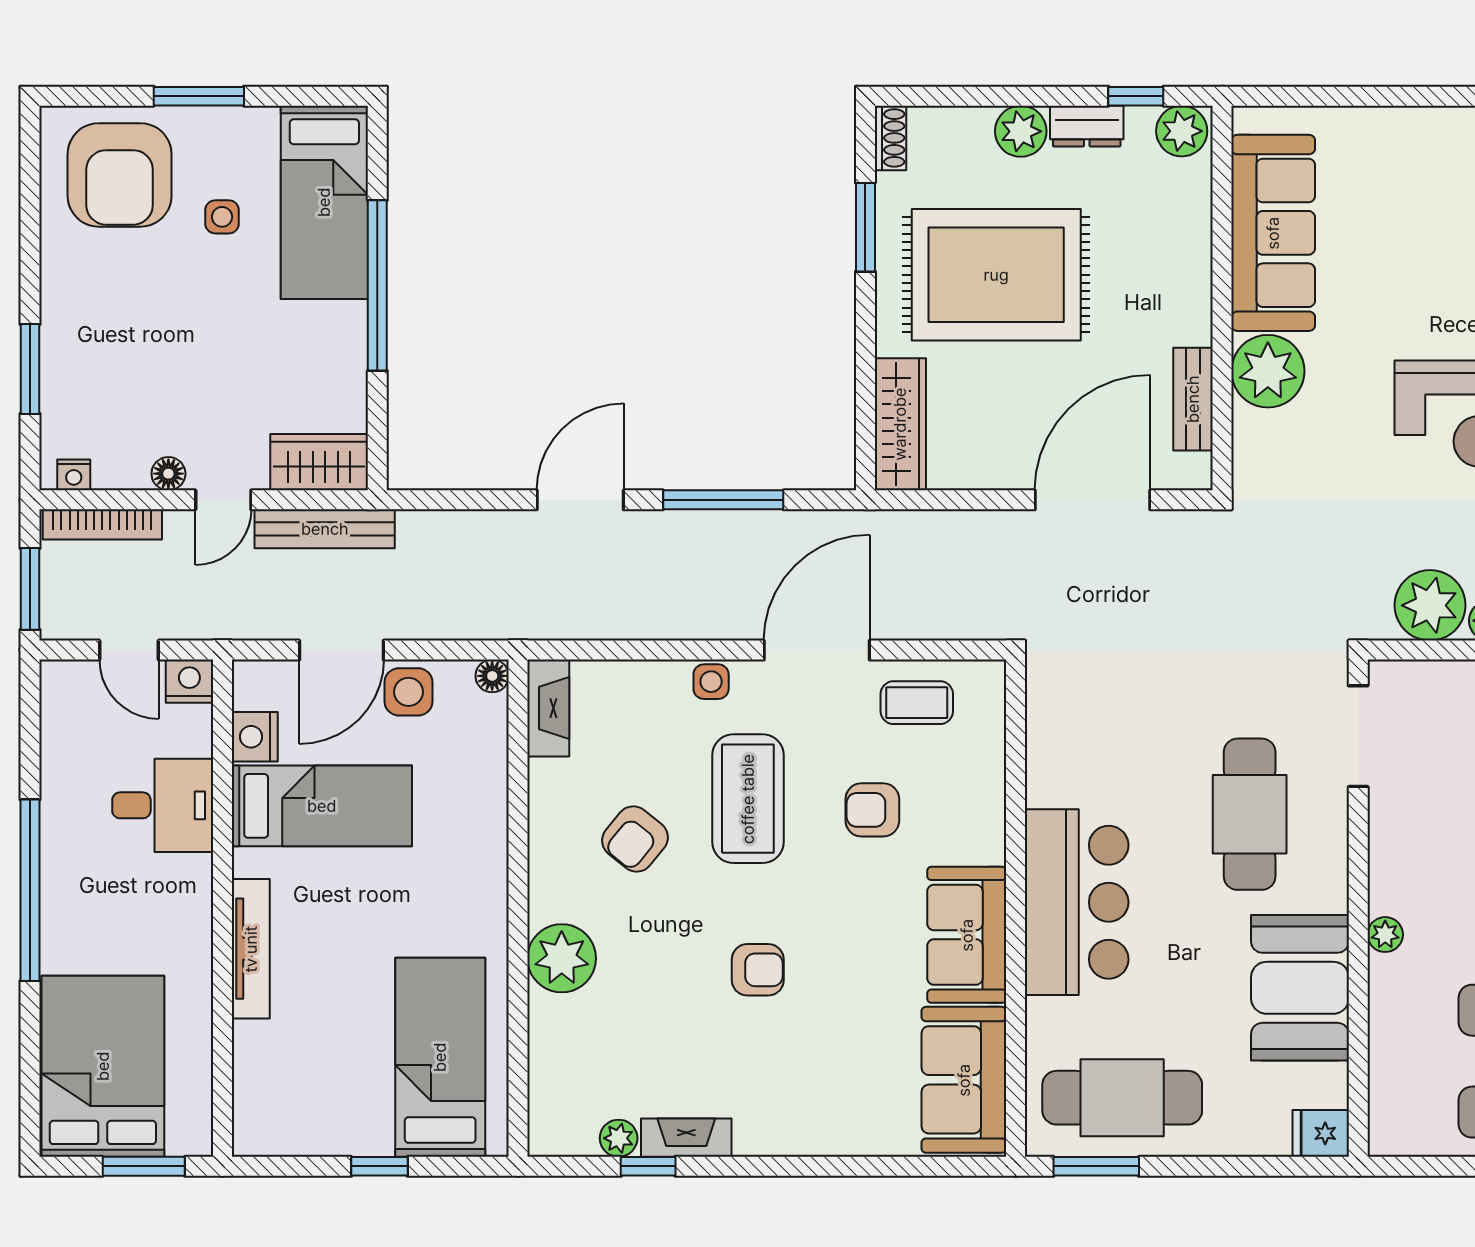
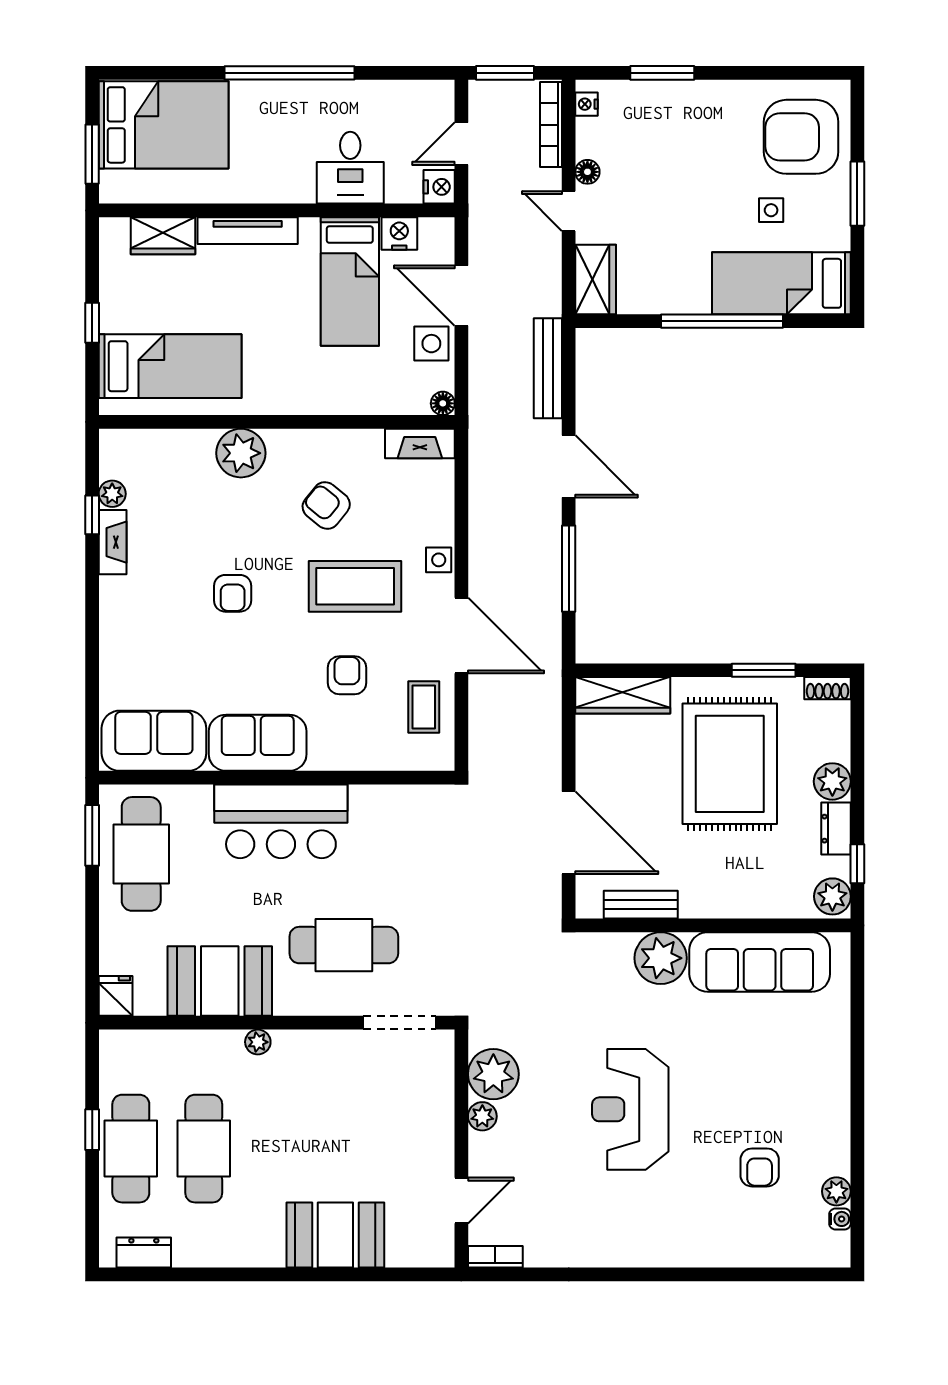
bench: (325, 529) -> (548, 368), moved
wardrobe: (258, 1067) -> (163, 236), added

